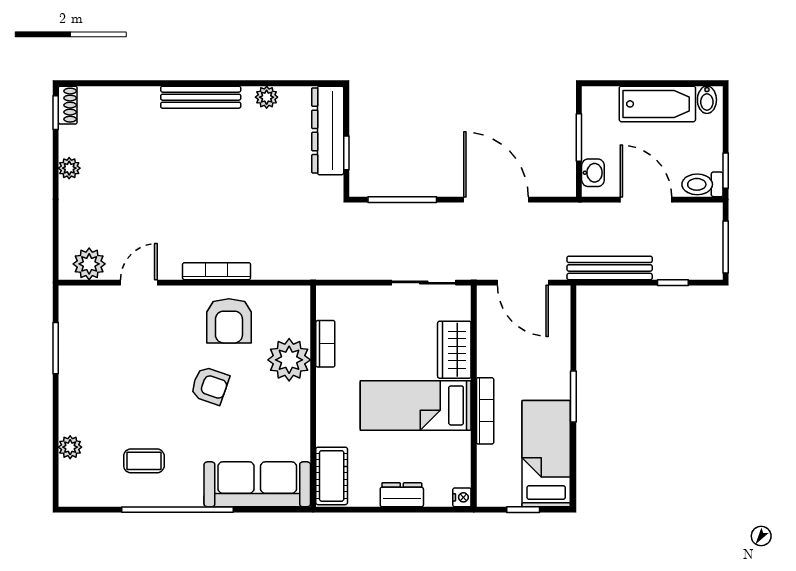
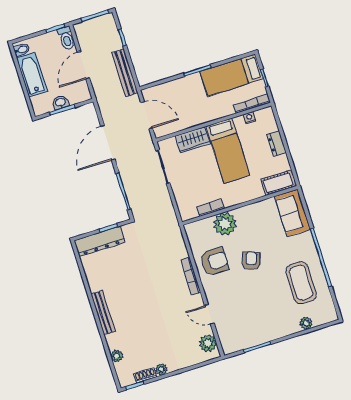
plant: (267, 97) -> (117, 356), moved
shoe rack: (68, 105) -> (145, 375), moved
washbasin: (593, 173) -> (60, 102), moved
door: (523, 283) -> (147, 115), hinge flipped
bookcase: (485, 411) -> (252, 104), moved
coffee table: (144, 461) -> (301, 283), width x1.86, depth x1.72
sofa: (257, 484) -> (292, 213), width x0.73
nightstand: (462, 497) -> (249, 118), moved

